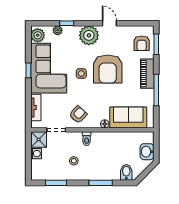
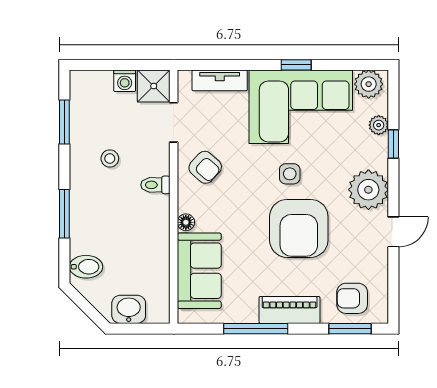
armchair: (108, 69) -> (299, 228), turned -90

